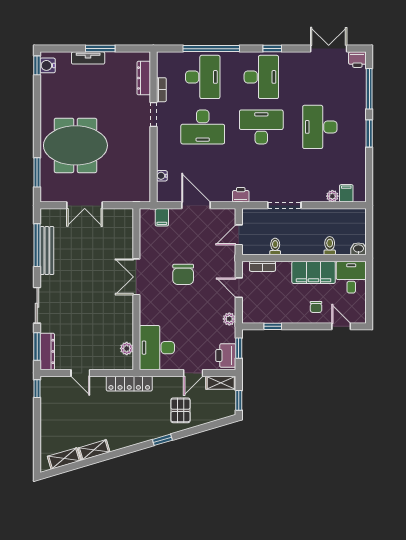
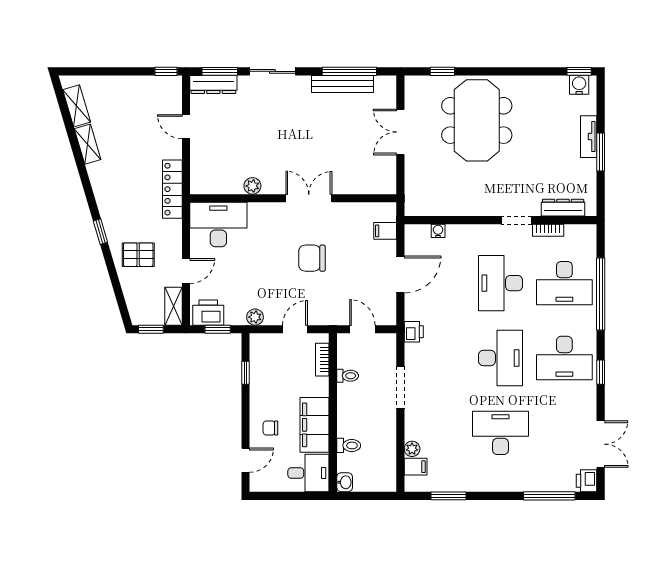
window: (369, 134) -> (449, 496), moved
window: (37, 172) -> (442, 71), width x0.67
plant: (127, 348) -> (252, 186), moved
door: (80, 373) -> (186, 127), hinge flipped
door: (193, 373) -> (186, 271), swing flipped

